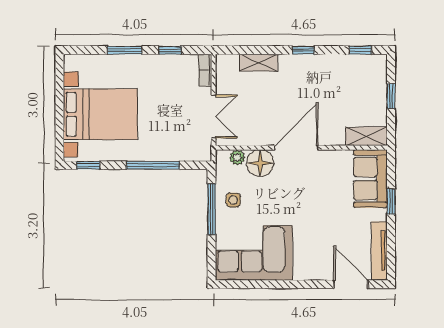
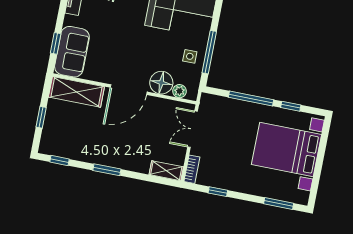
window: (125, 50) -> (279, 203), moved
window: (303, 50) -> (107, 170), width x1.50
shelving: (259, 63) -> (166, 171), moved
shelving: (366, 136) -> (76, 92), width x1.50, depth x1.33
window: (88, 165) -> (291, 106), moved
window: (391, 202) -> (56, 43), moved

